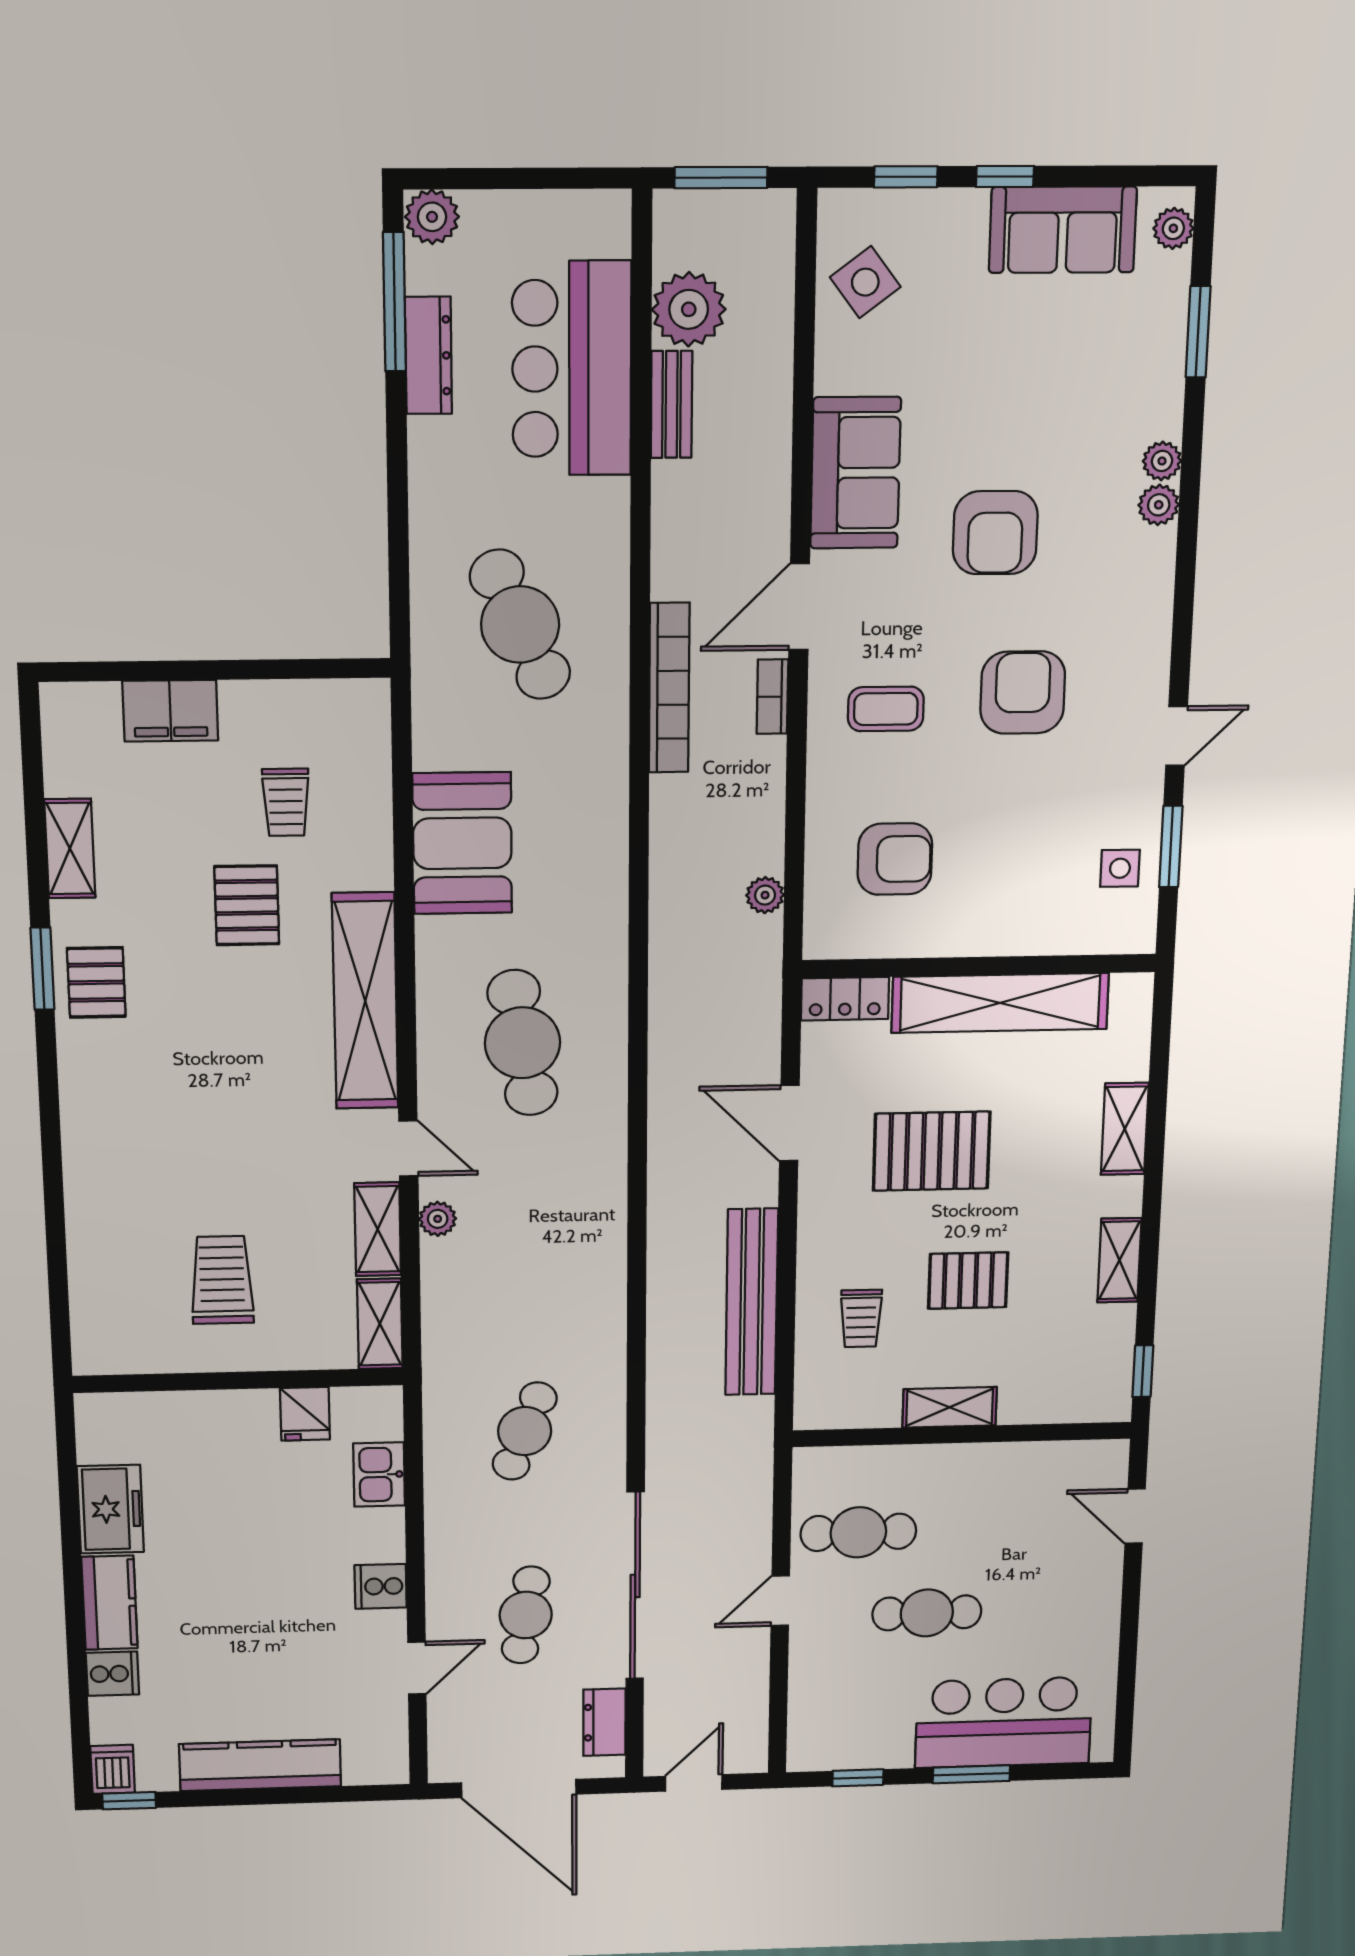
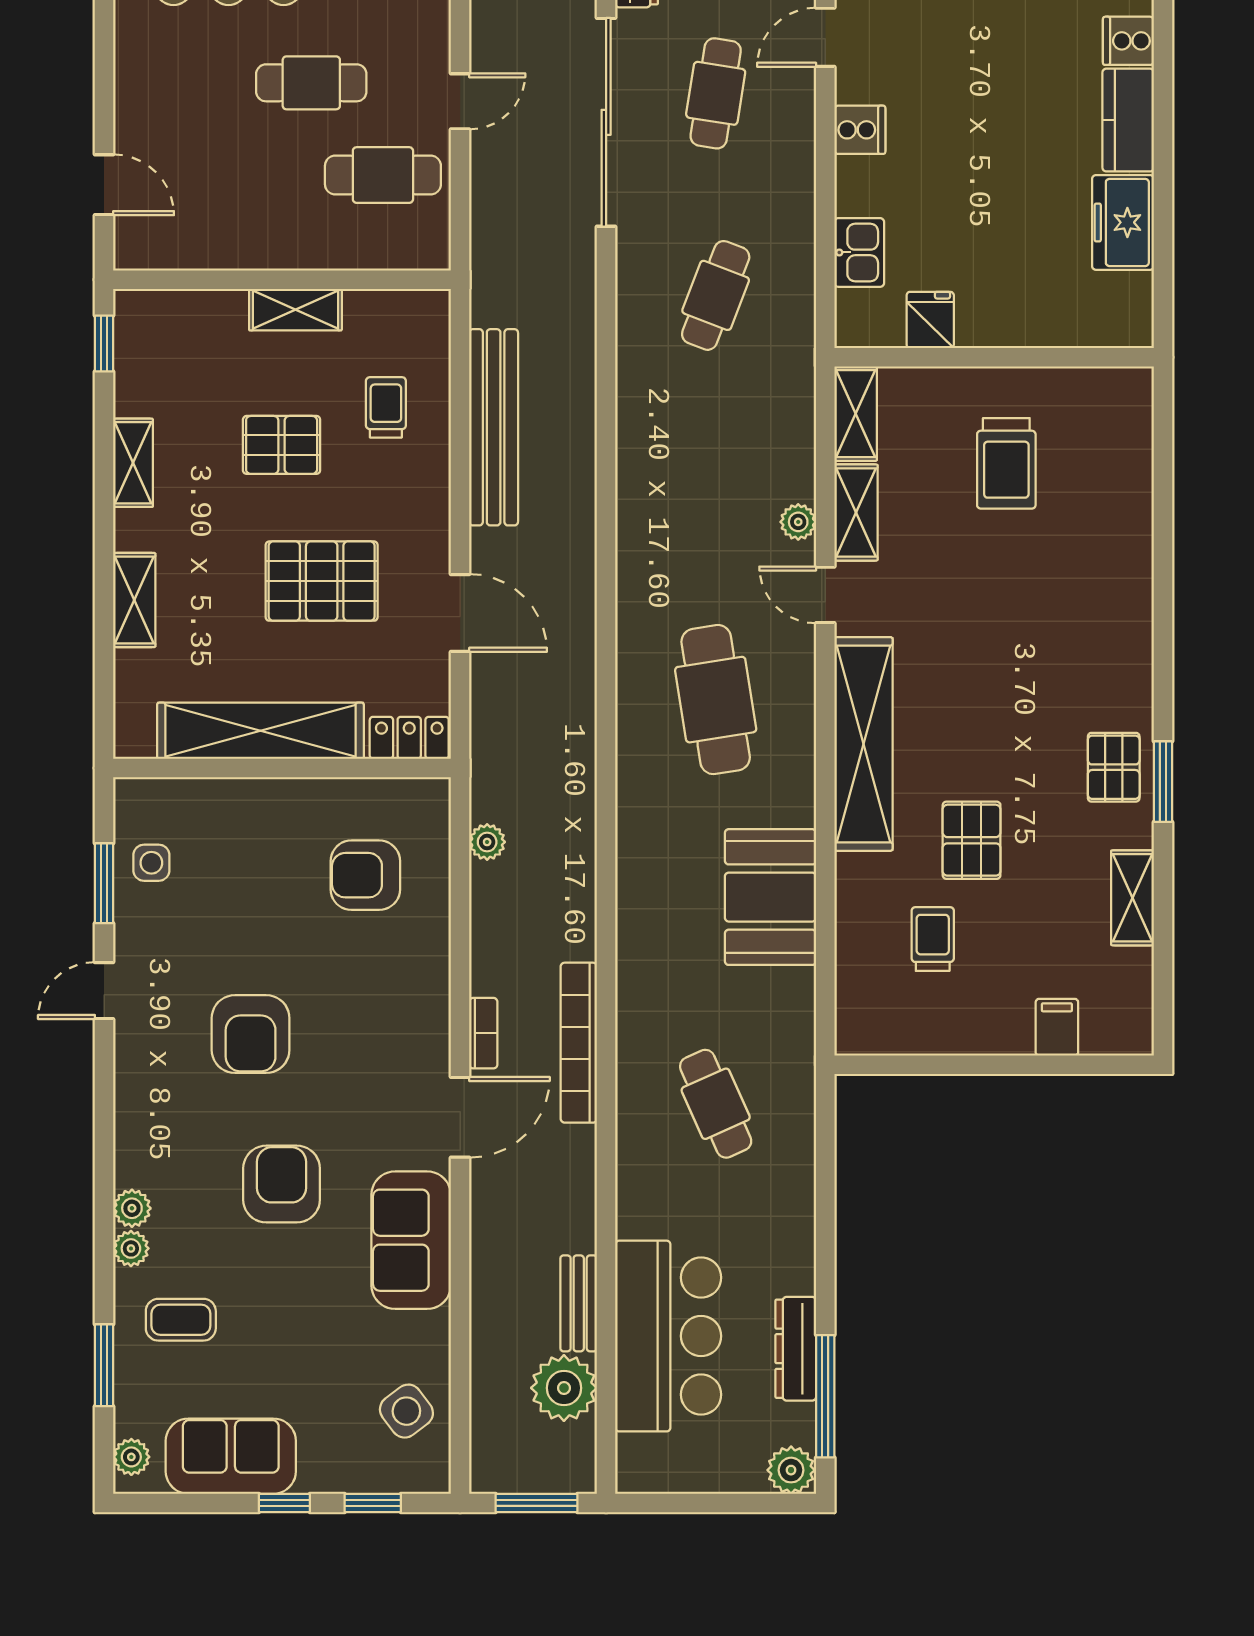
cafe table: (520, 625) -> (716, 1104), width x0.73, depth x0.74
coffee table: (886, 709) -> (181, 1320), moved
filing cabinet: (170, 711) -> (1057, 1027), width x0.50

